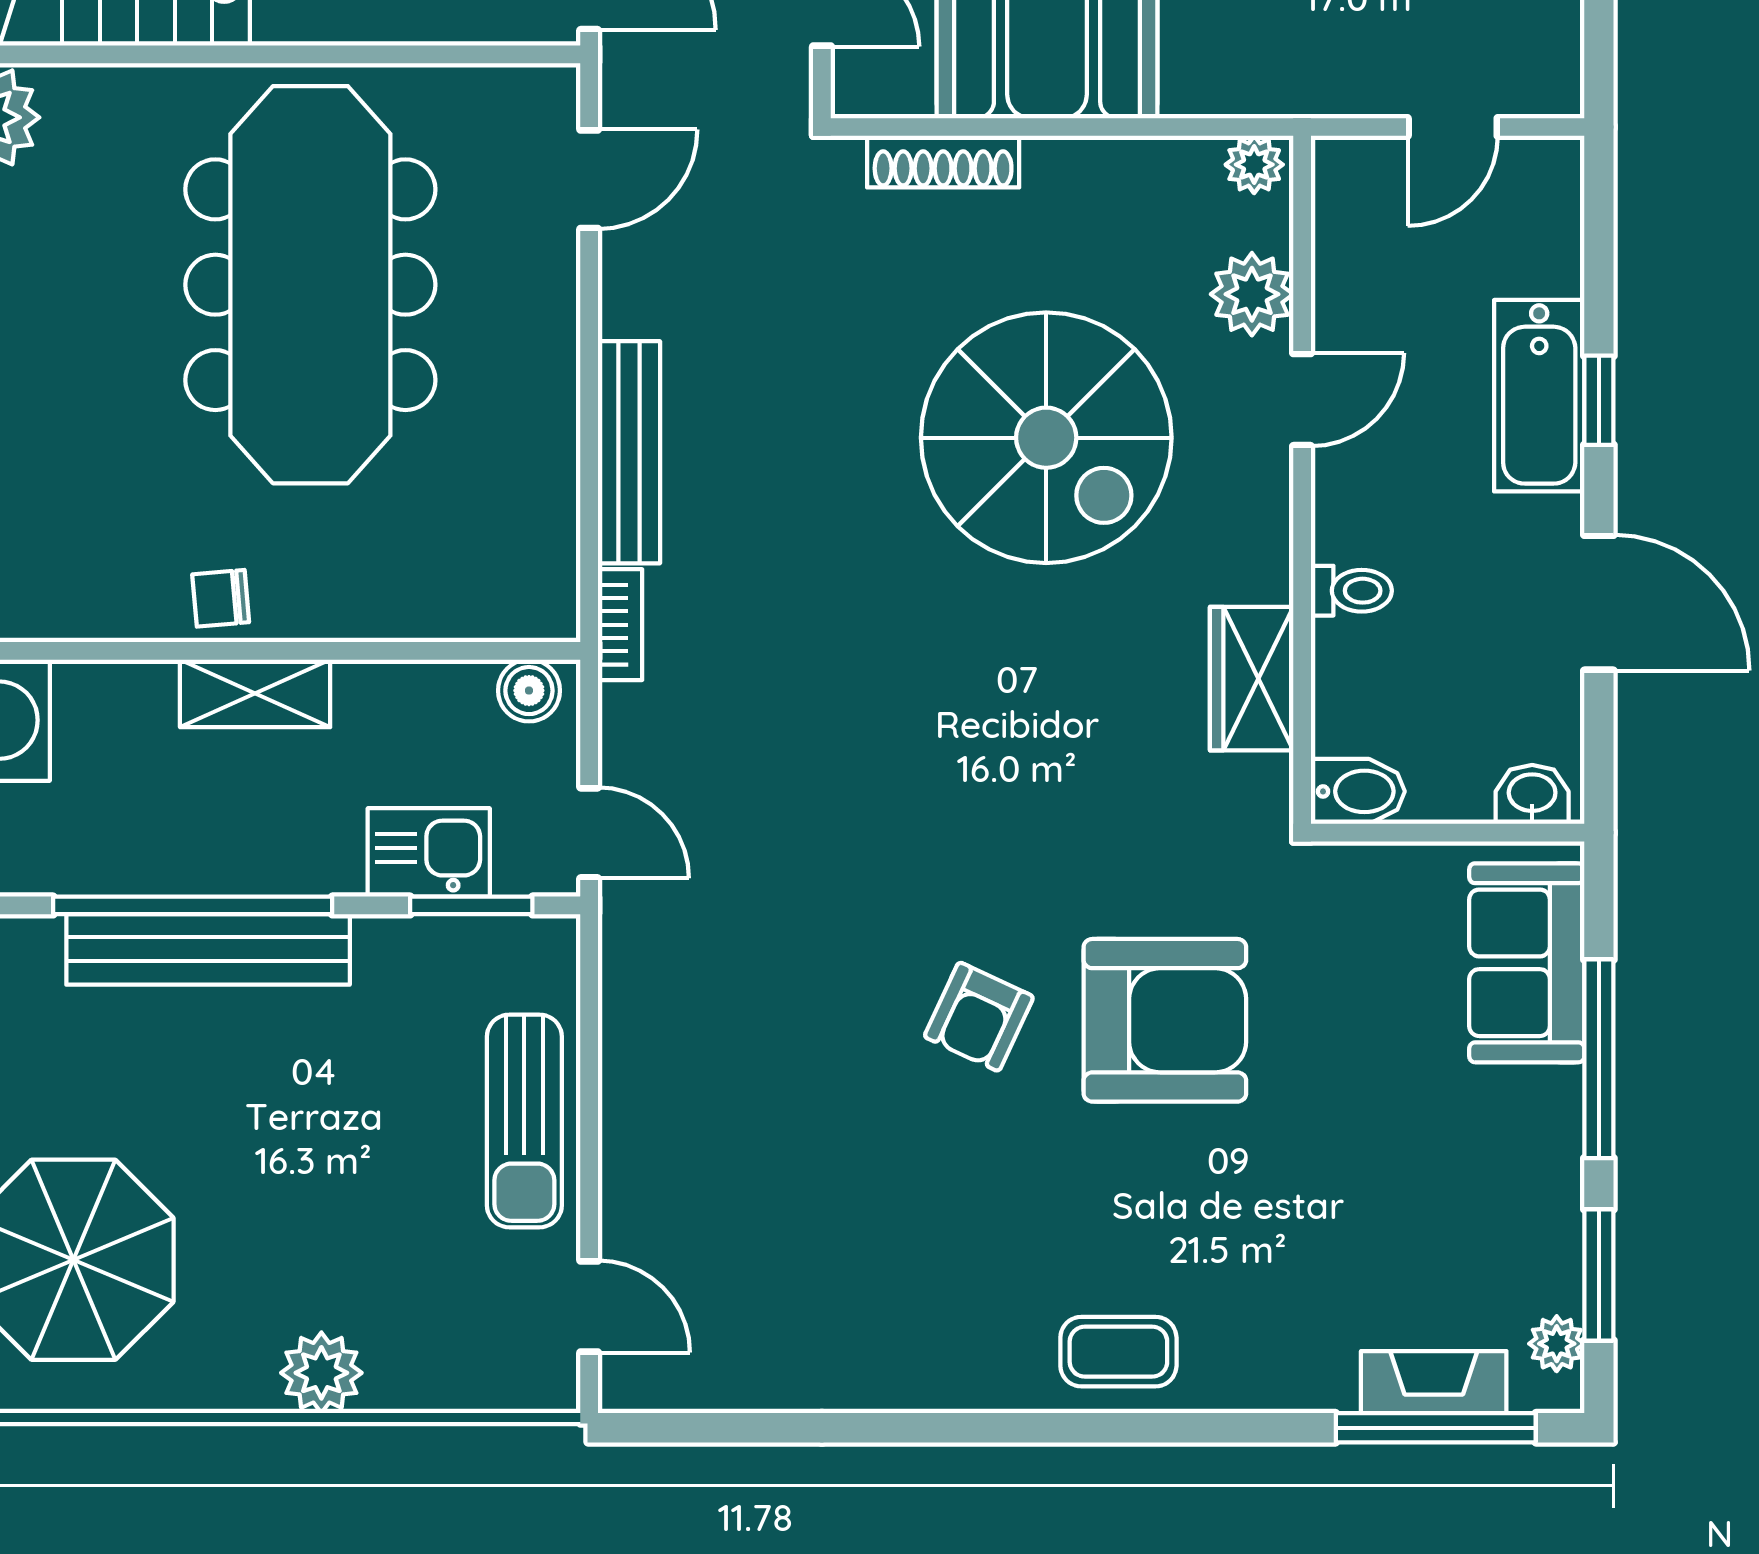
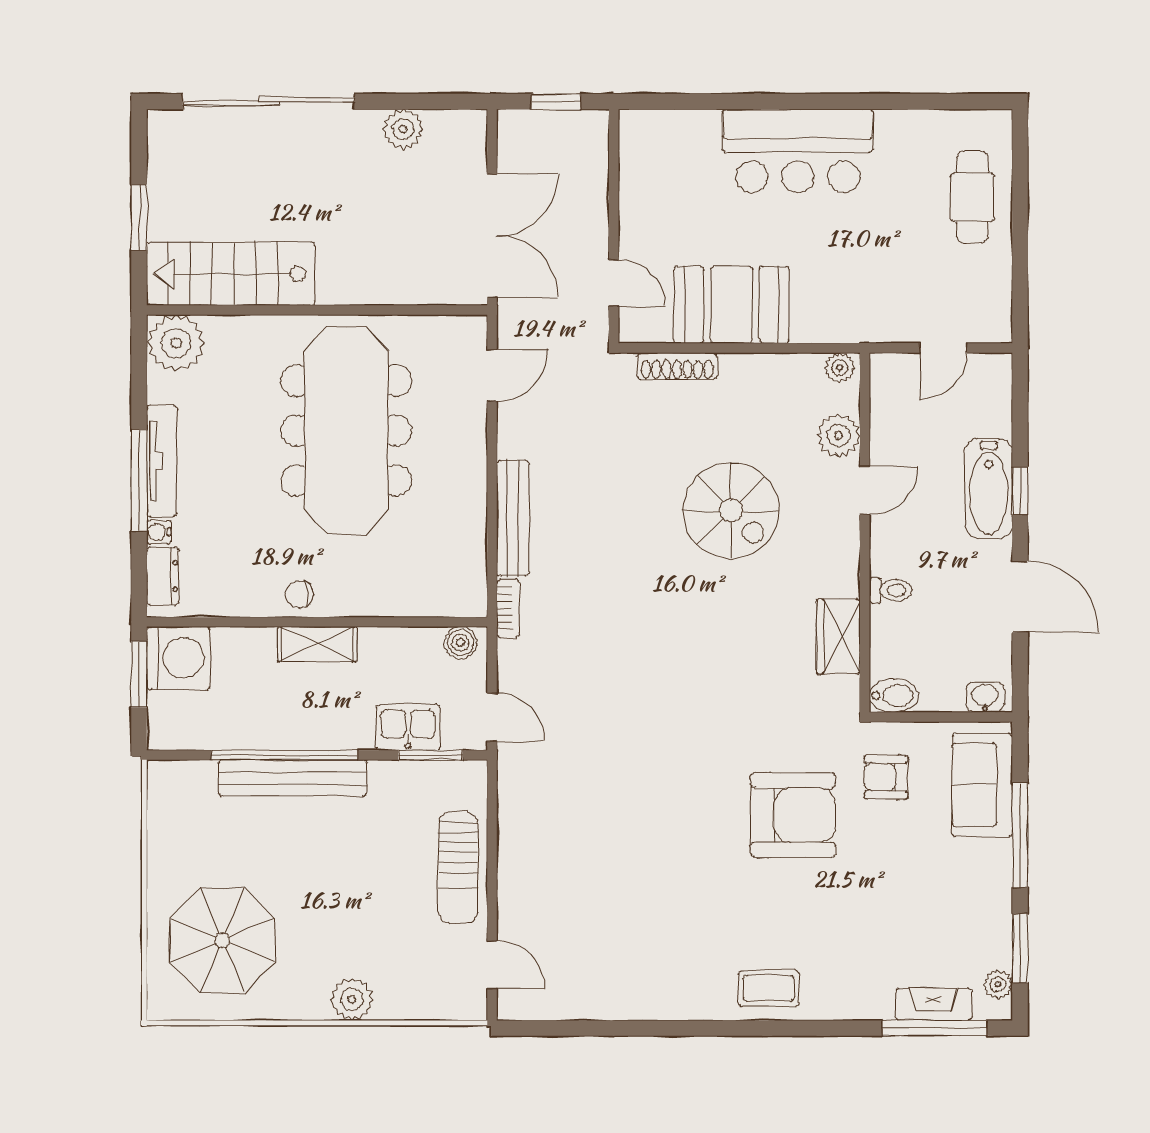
spiral stairs: (1046, 438) -> (731, 510), width x0.73, depth x0.73
armchair: (979, 1017) -> (886, 777), moved, turned 65

